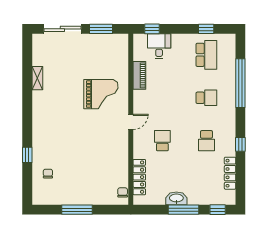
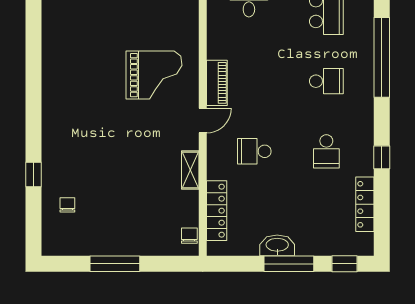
piano: (139, 75) -> (217, 83), moved
shelving: (37, 78) -> (190, 170), moved
school desk: (162, 141) -> (254, 151), turned -90

